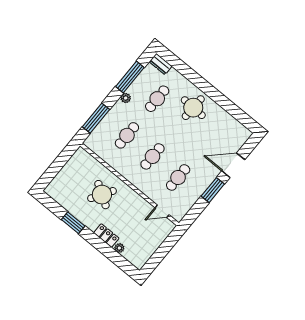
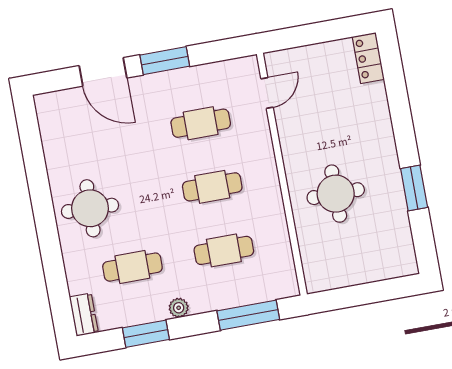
window: (130, 77) -> (146, 334), width x0.69
round table: (102, 195) -> (336, 194), turned -32
door: (162, 211) -> (267, 93), hinge flipped
locker: (106, 235) -> (368, 58), moved
plant: (119, 248) -> (377, 92), removed

